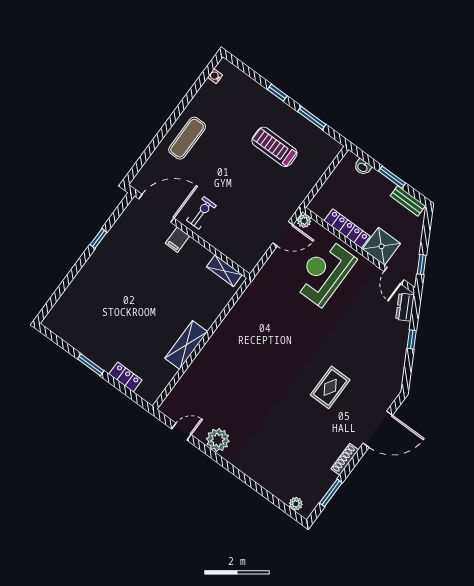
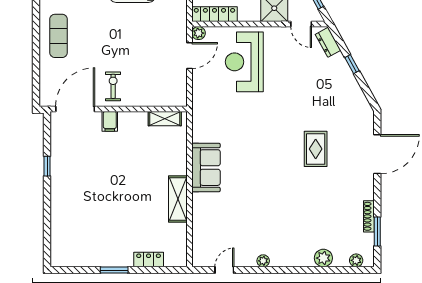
locker: (347, 228) -> (214, 14), moved
sofa: (228, 336) -> (206, 168), added
plant: (218, 440) -> (263, 261), width x0.53, depth x0.53
shoe rack: (345, 459) -> (369, 216), moved
plant: (270, 482) -> (323, 258), added

